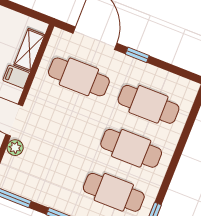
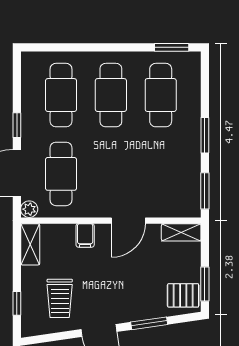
shelving: (29, 50) -> (30, 244), moved, turned 90
plant: (15, 148) -> (29, 209), moved

